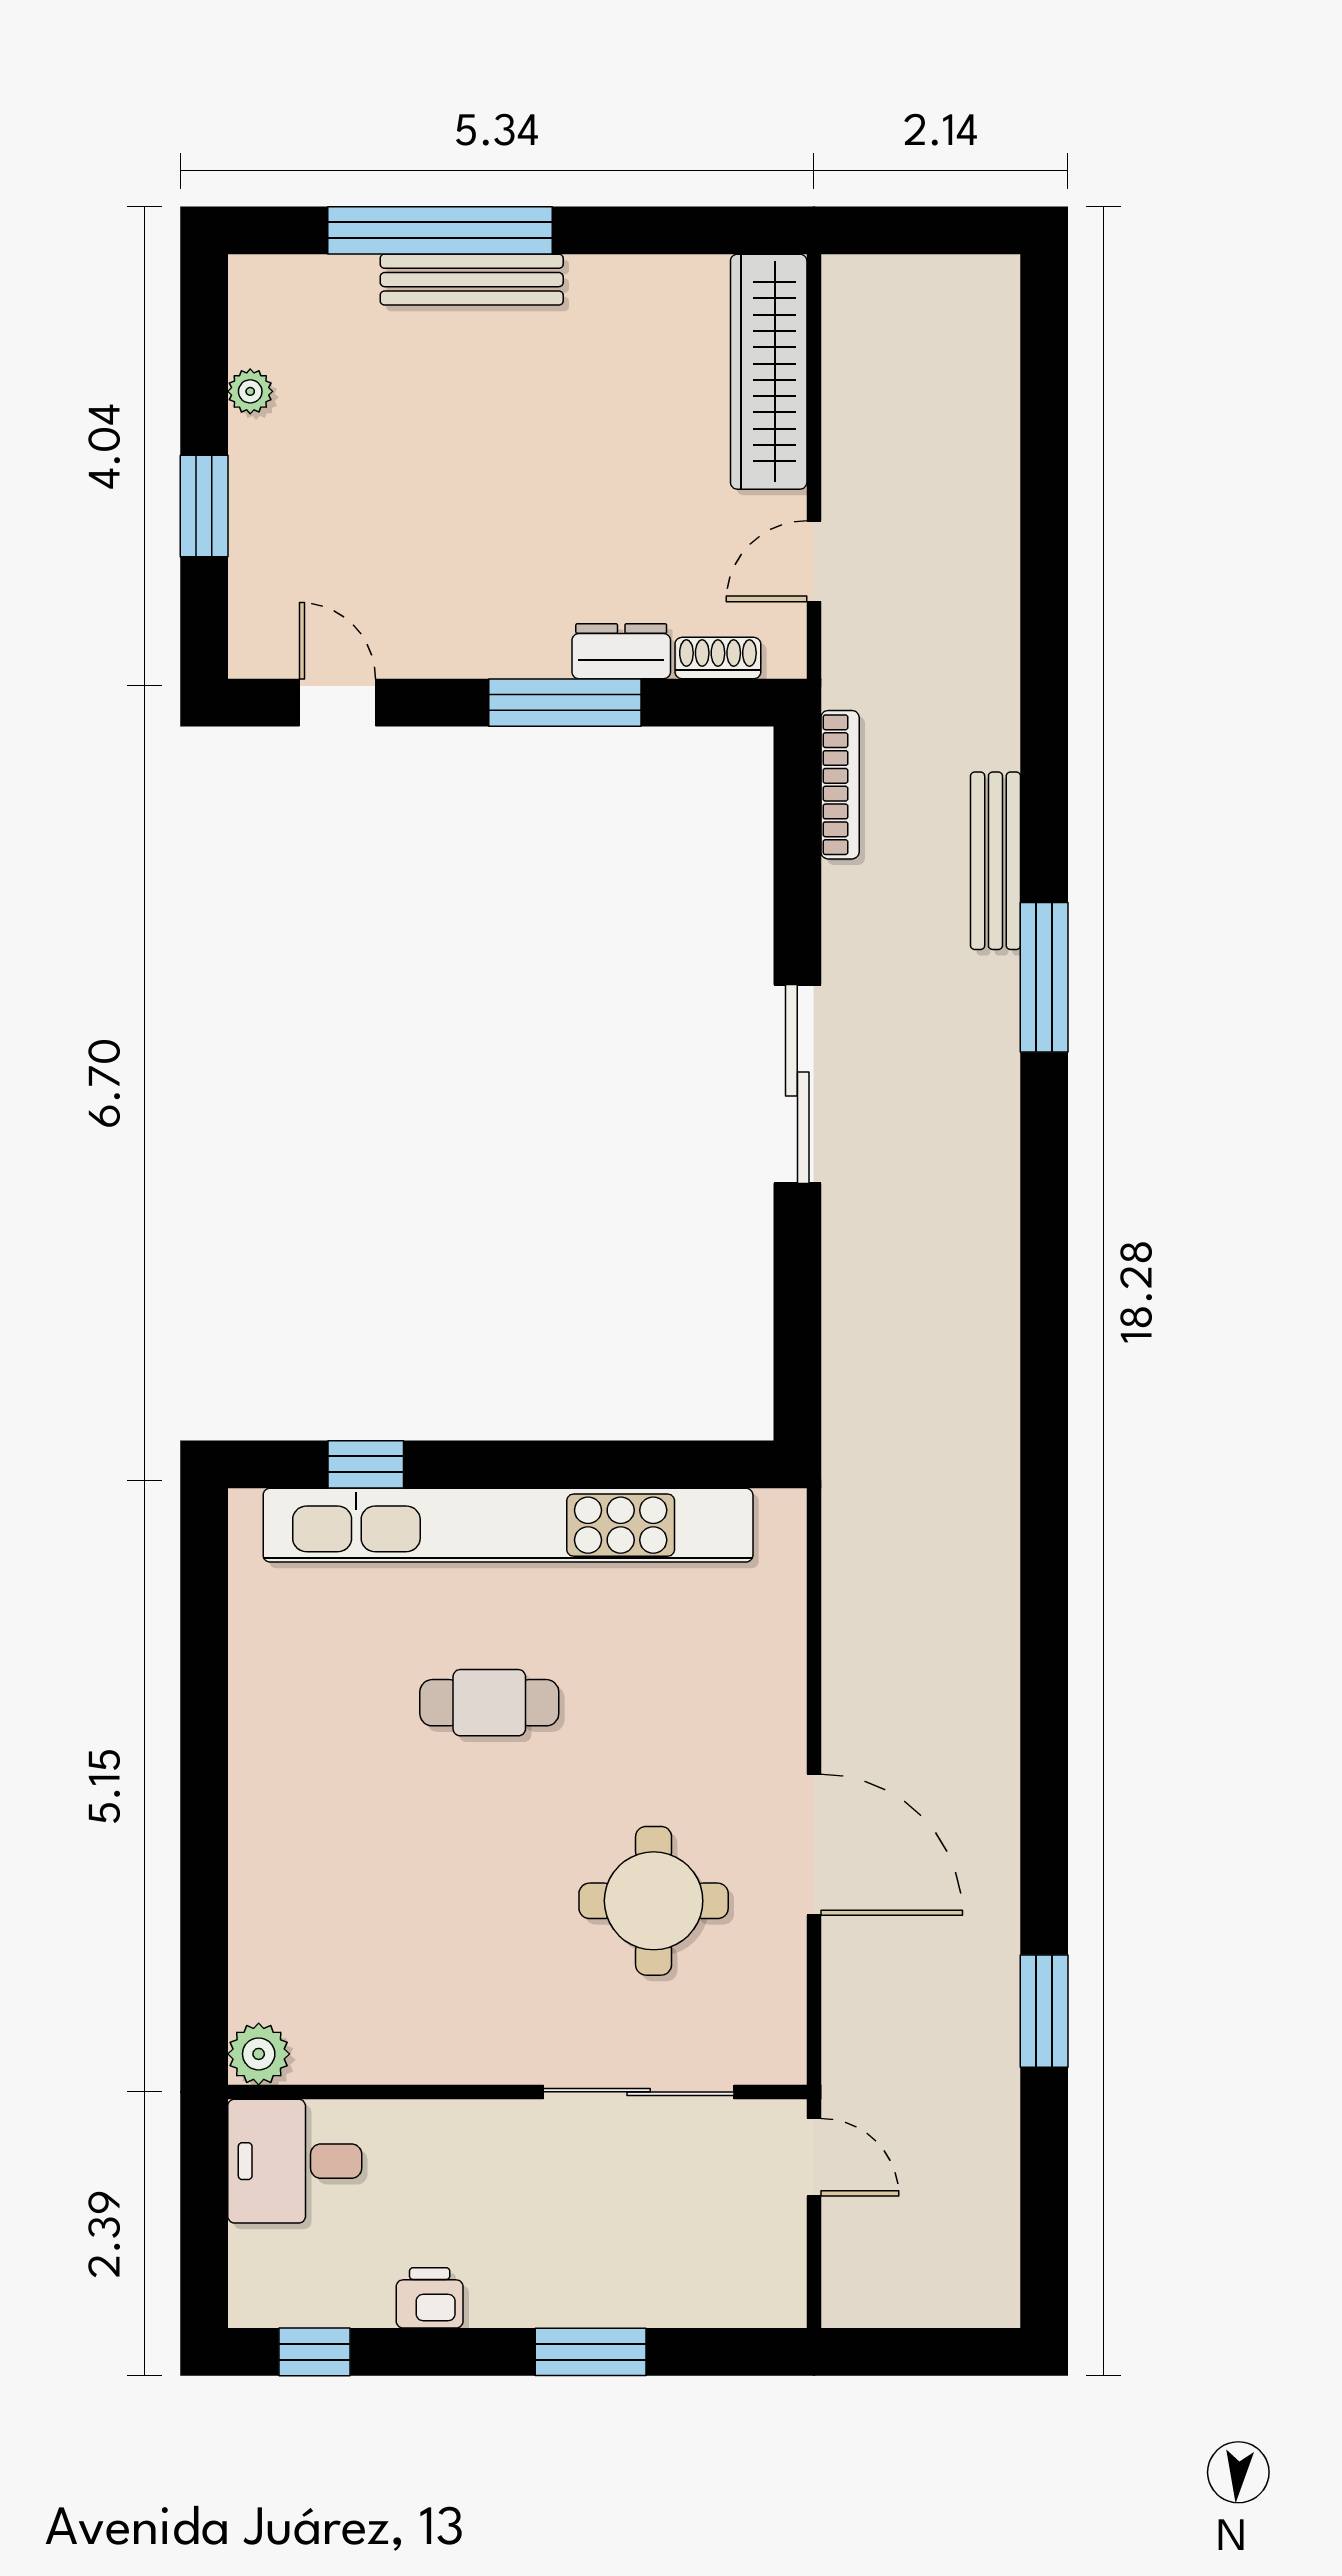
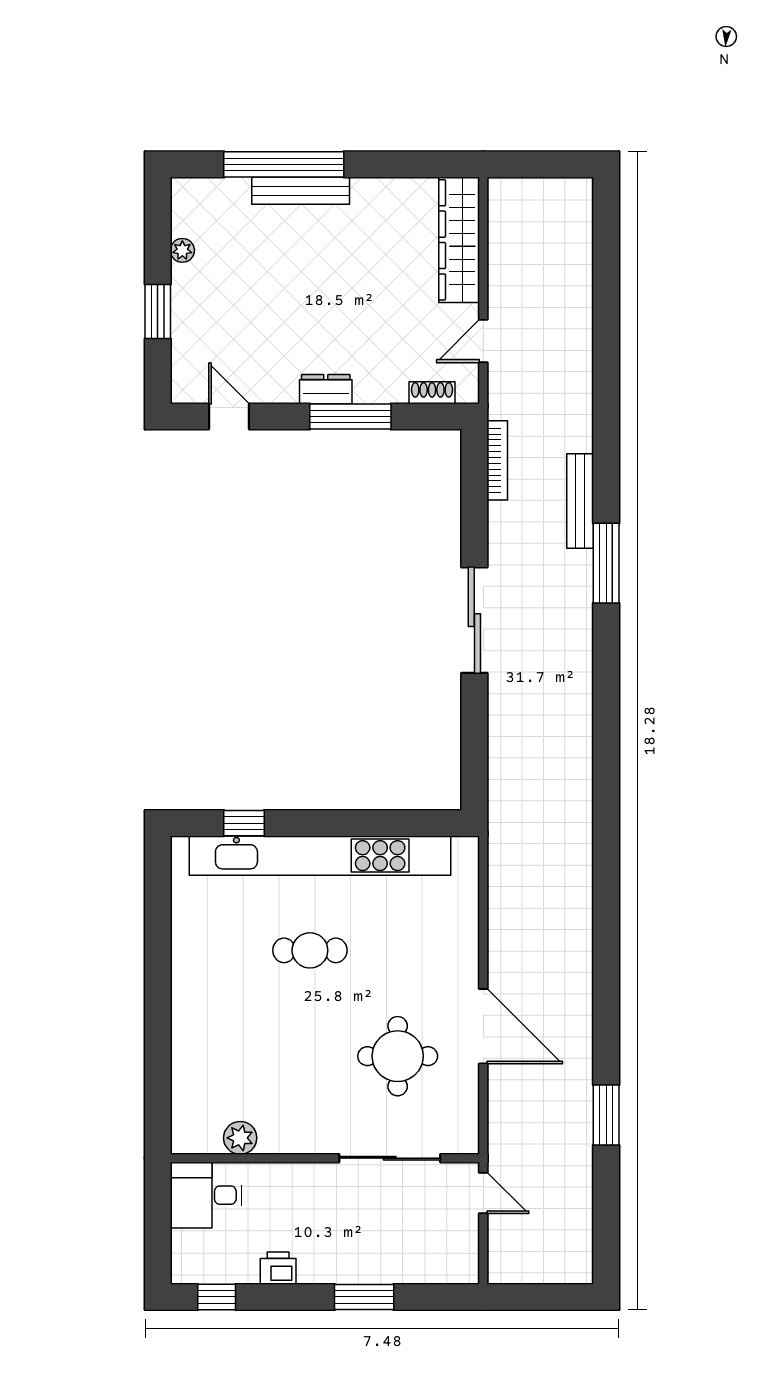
dresser: (621, 651) -> (326, 389), moved
plant: (259, 2054) -> (240, 1138), moved

